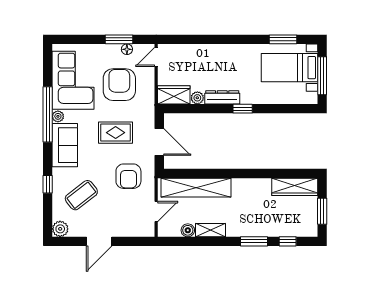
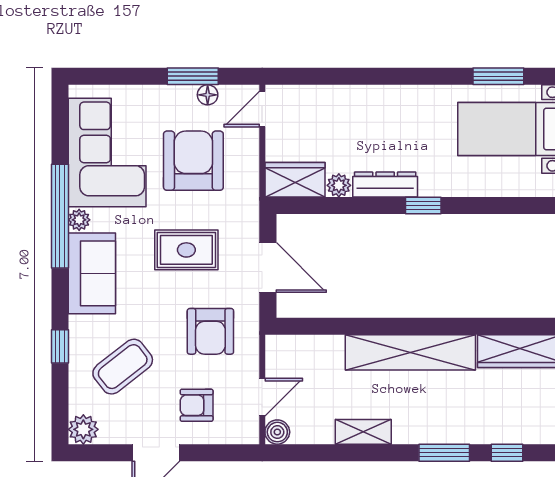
shelving: (196, 188) -> (410, 352), moved
armchair: (121, 216) -> (197, 405), added
boiler: (188, 230) -> (277, 432), moved

